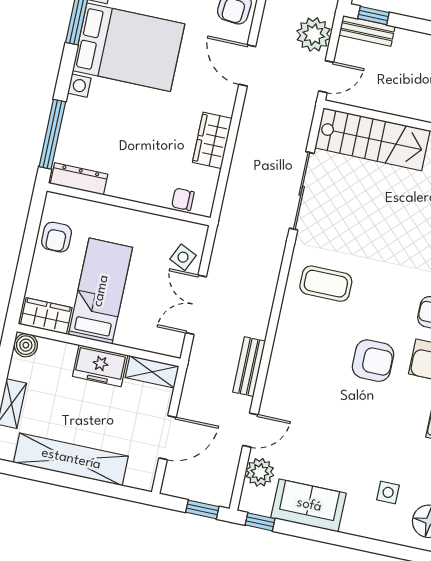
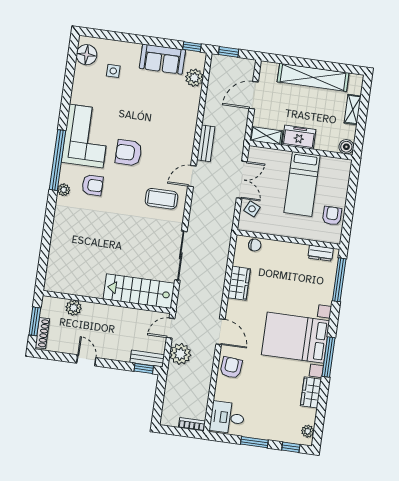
dresser: (79, 179) -> (321, 253), width x0.70
wardrobe: (46, 316) -> (335, 166), removed
door: (250, 430) -> (192, 176), moved

